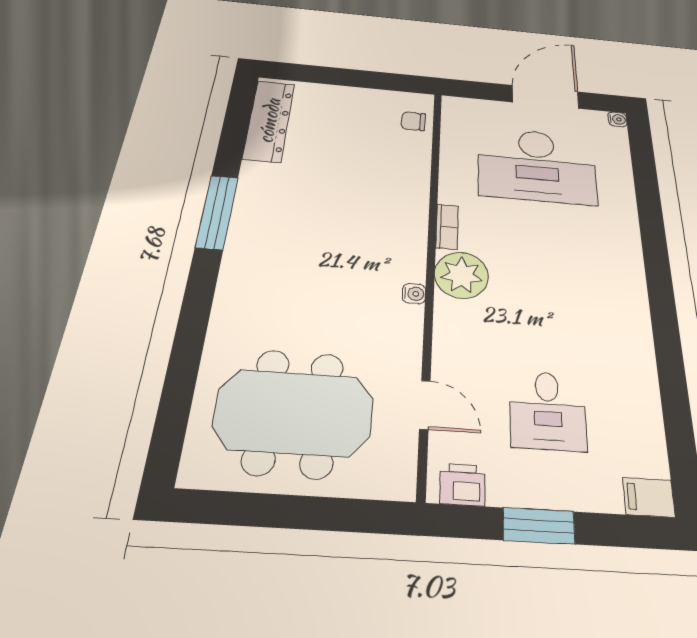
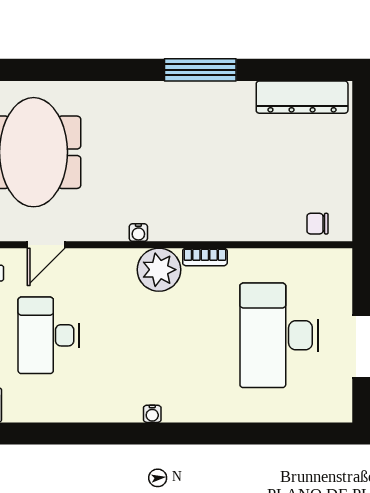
water cooler: (617, 119) -> (152, 414), moved
chair: (413, 121) -> (317, 224), turned -90
desk: (548, 410) -> (48, 335), width x1.37

